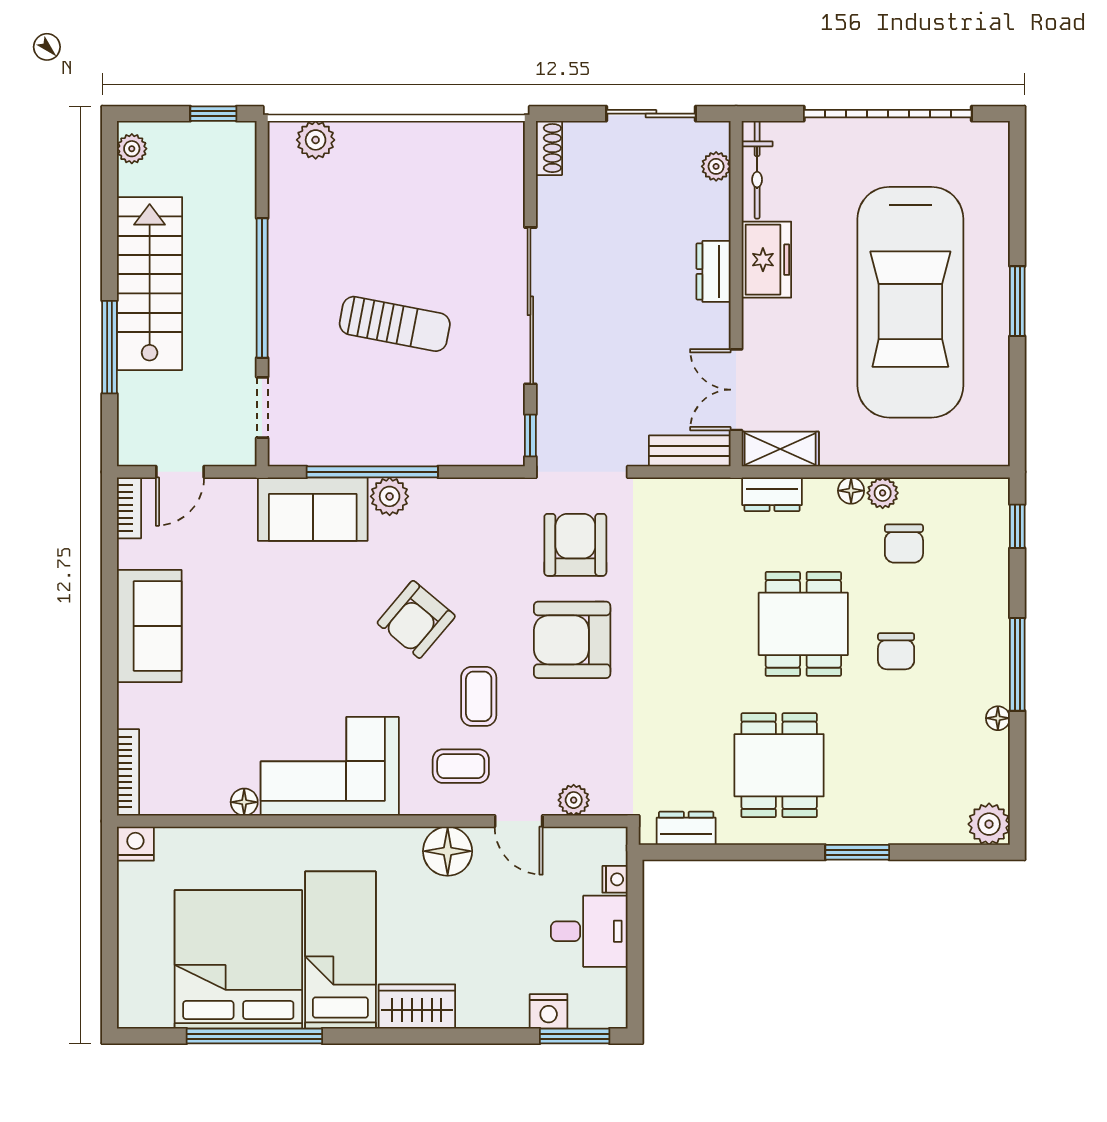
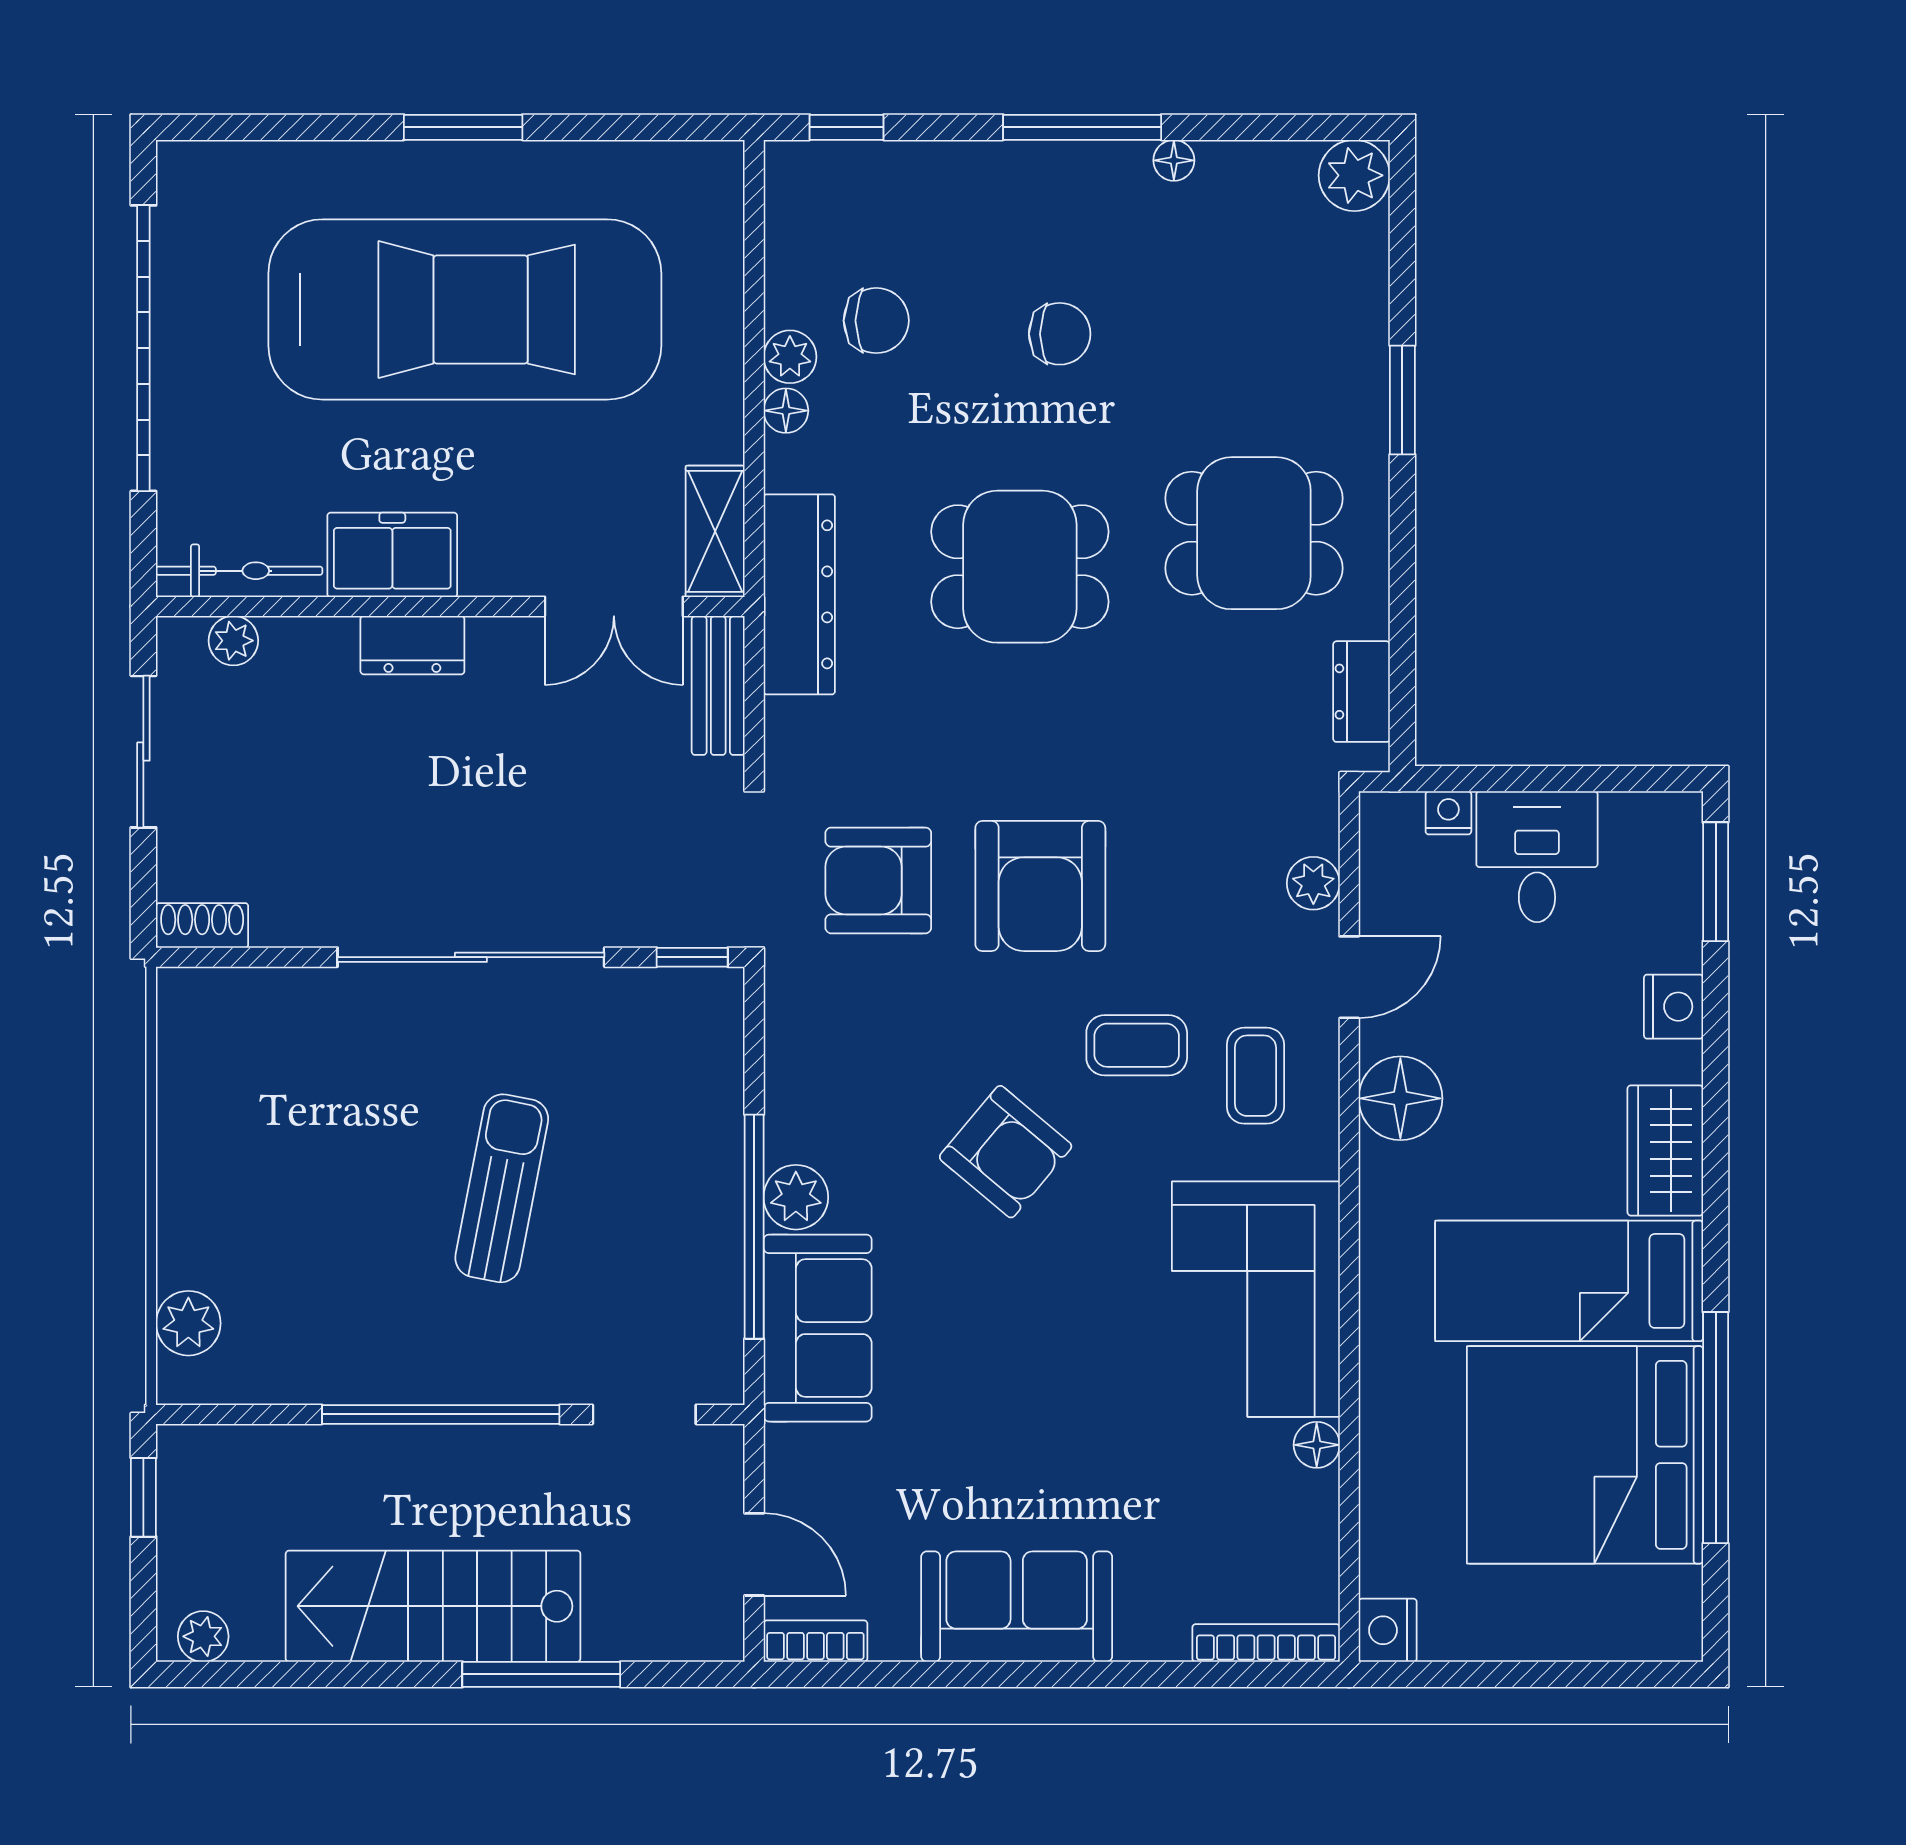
dresser: (772, 494) -> (799, 594), width x1.96, depth x1.24
dining table: (803, 624) -> (1020, 567), moved
nightstand: (549, 1011) -> (1674, 1007), moved

